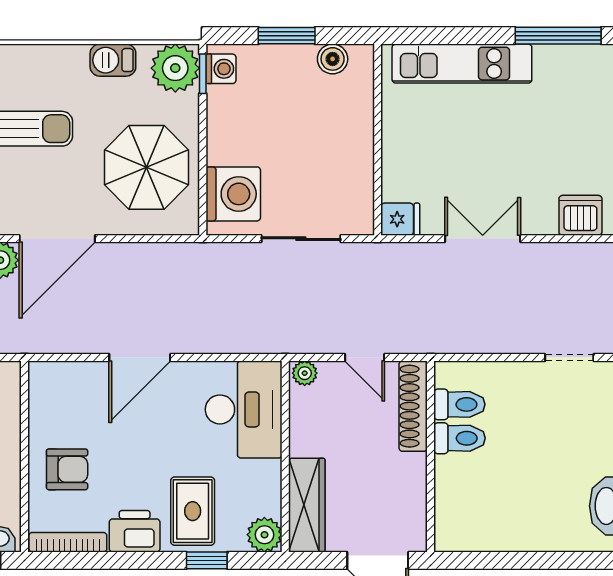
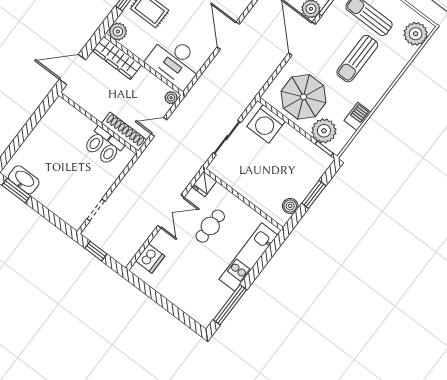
plant: (175, 68) -> (324, 131), moved
washing machine: (221, 69) -> (321, 158), removed
cafe table: (459, 160) -> (210, 226), added

